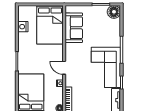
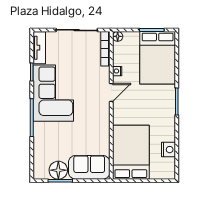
floor lamp: (114, 12) -> (58, 170), moved
sofa: (74, 28) -> (89, 167), moved, turned 90
door: (64, 68) -> (111, 92), hinge flipped

